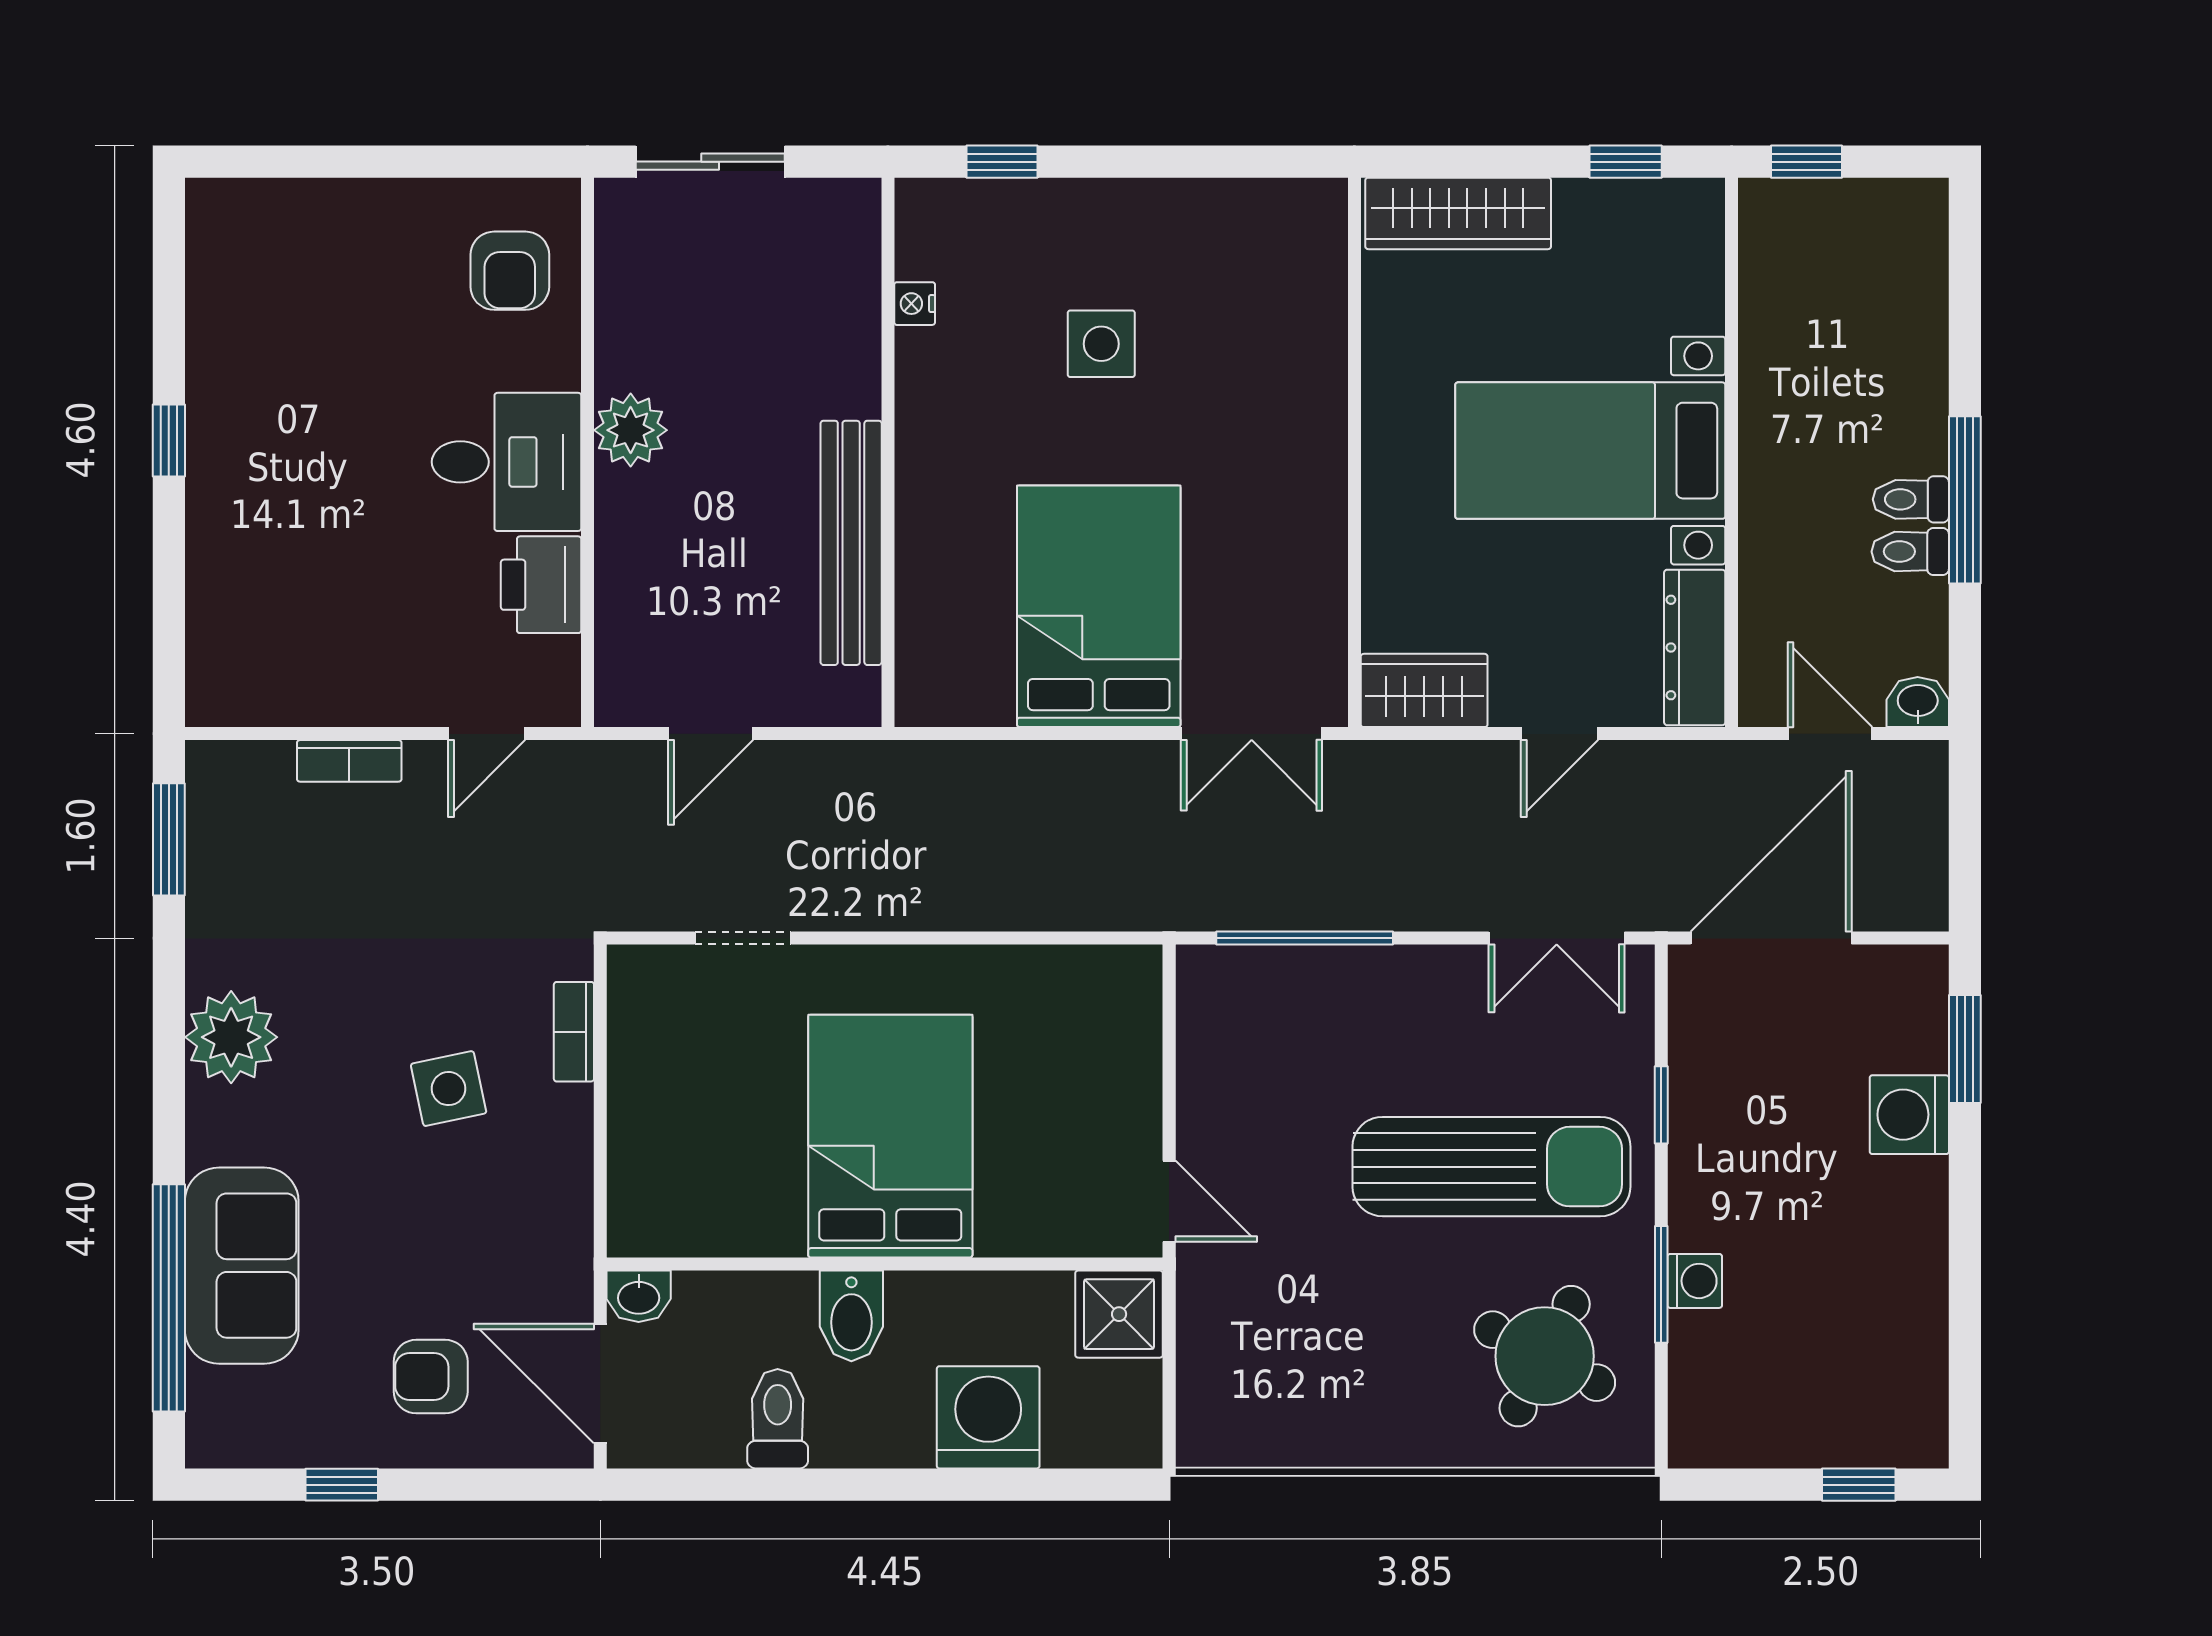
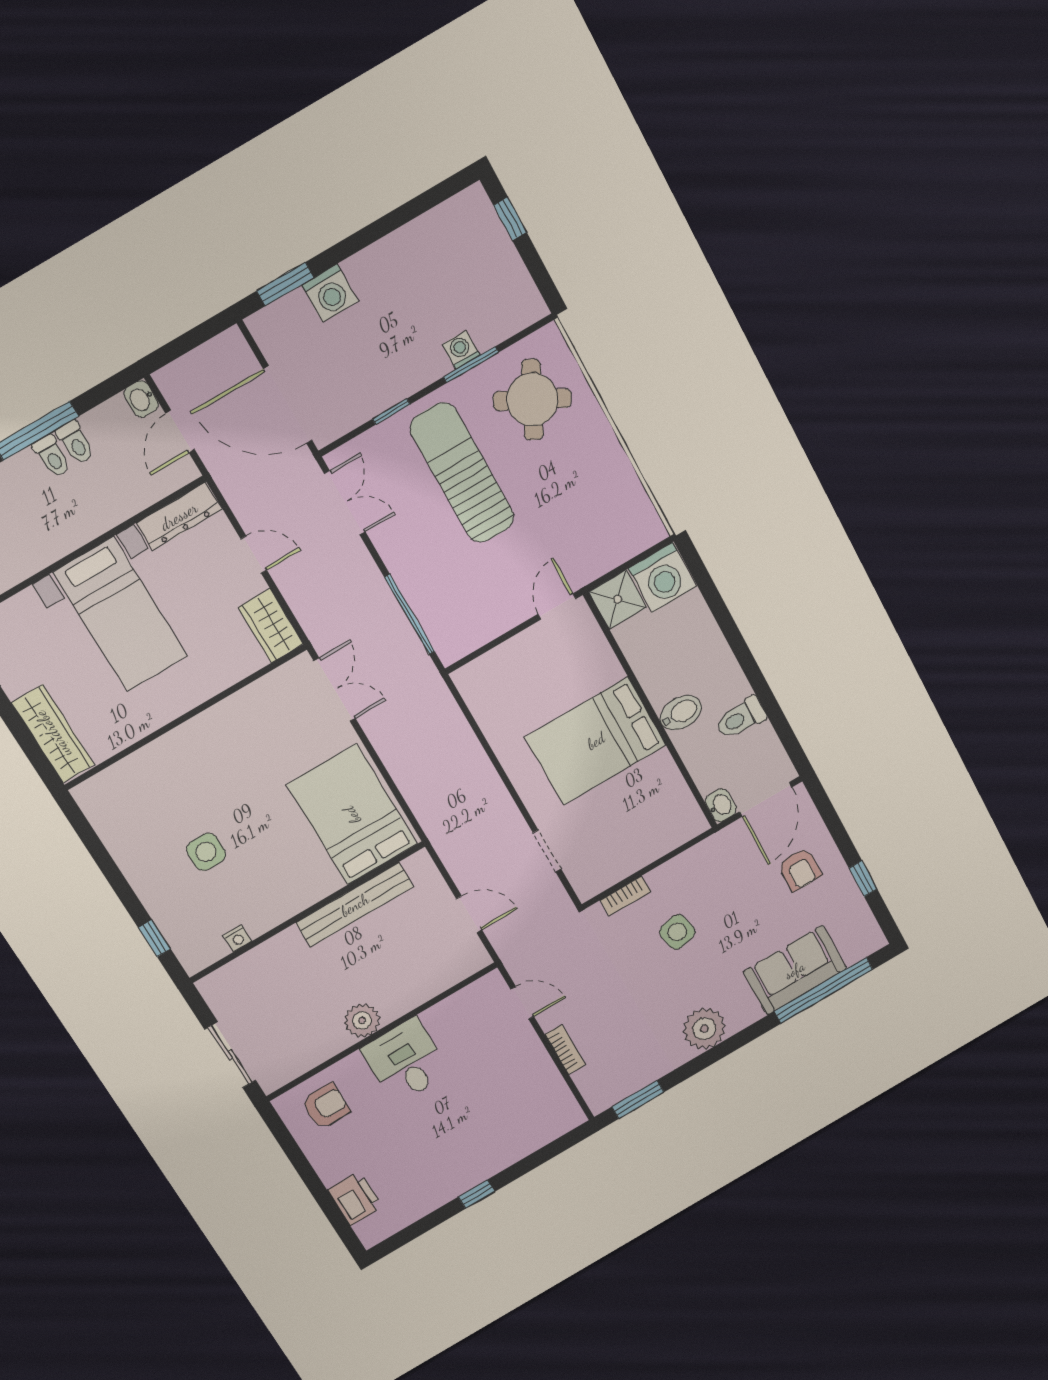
printer: (541, 585) -> (355, 1198), moved, turned -90
bed: (1099, 606) -> (352, 815), moved, turned 90
washing machine: (988, 1417) -> (662, 577), moved, turned -90

